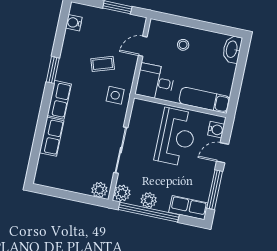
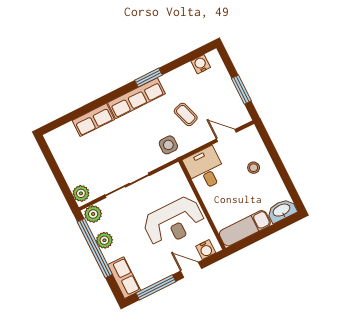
row of seats: (59, 100) -> (136, 98), width x1.48
exam couch: (204, 100) -> (245, 228), moved, turned -90

